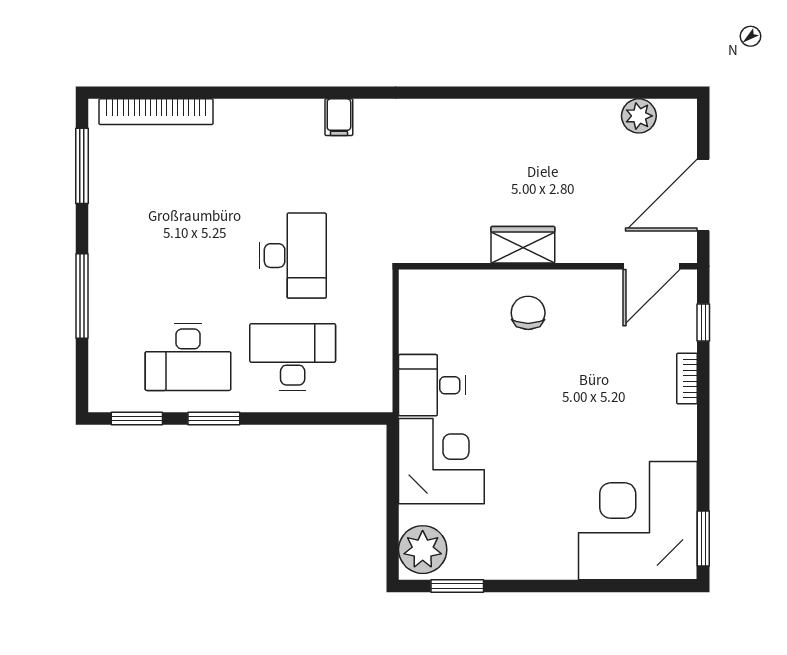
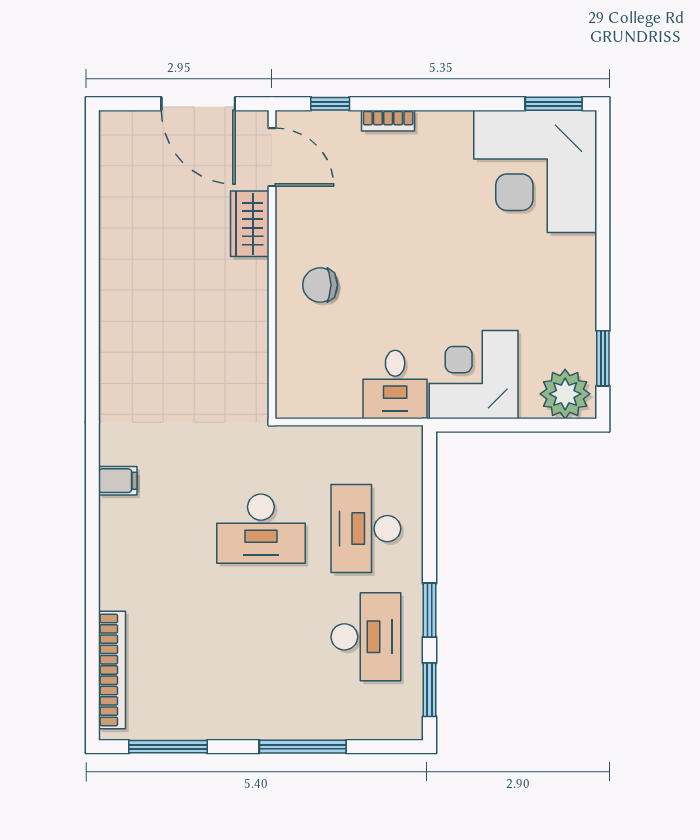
plant: (639, 116) -> (116, 170), removed
wardrobe: (523, 245) -> (250, 224), moved
desk: (293, 256) -> (261, 529), turned 180

